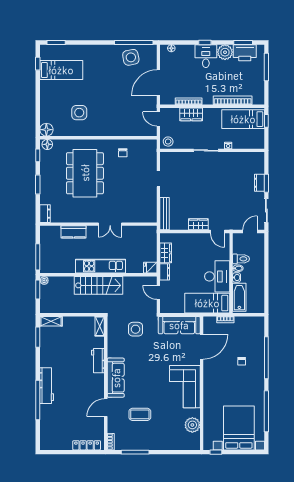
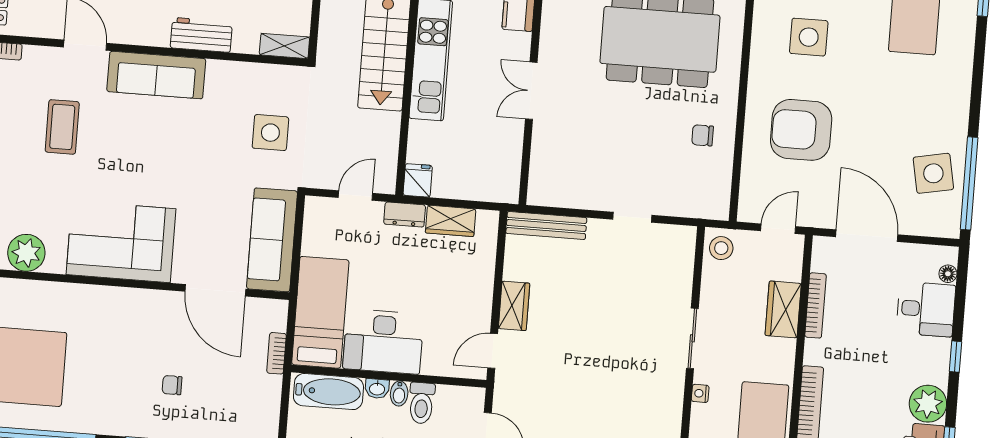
desk: (206, 56) -> (926, 309), moved
armchair: (117, 113) -> (801, 130), added

